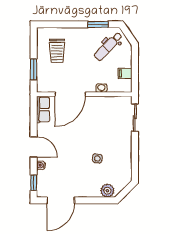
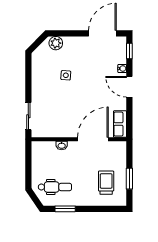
dental chair: (108, 46) -> (55, 187), turned 46
window: (34, 69) -> (129, 179), moved
filing cabinet: (125, 73) -> (38, 160), removed

